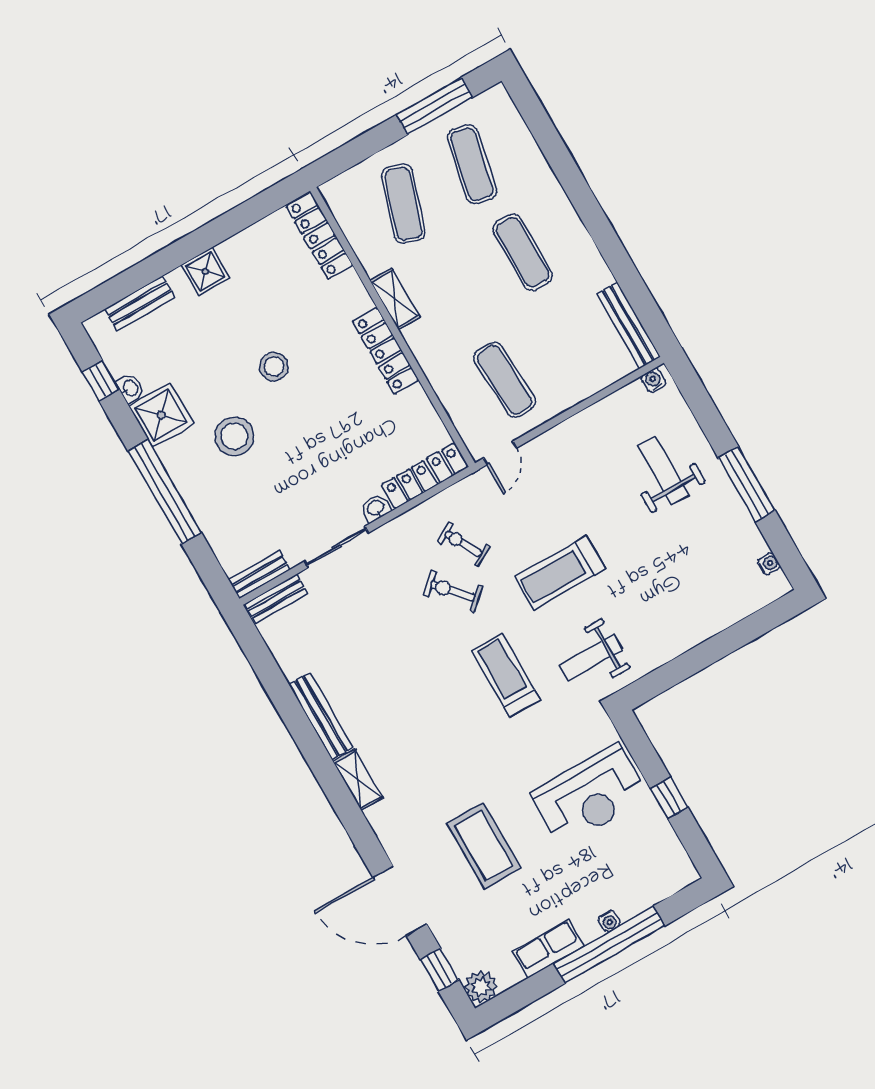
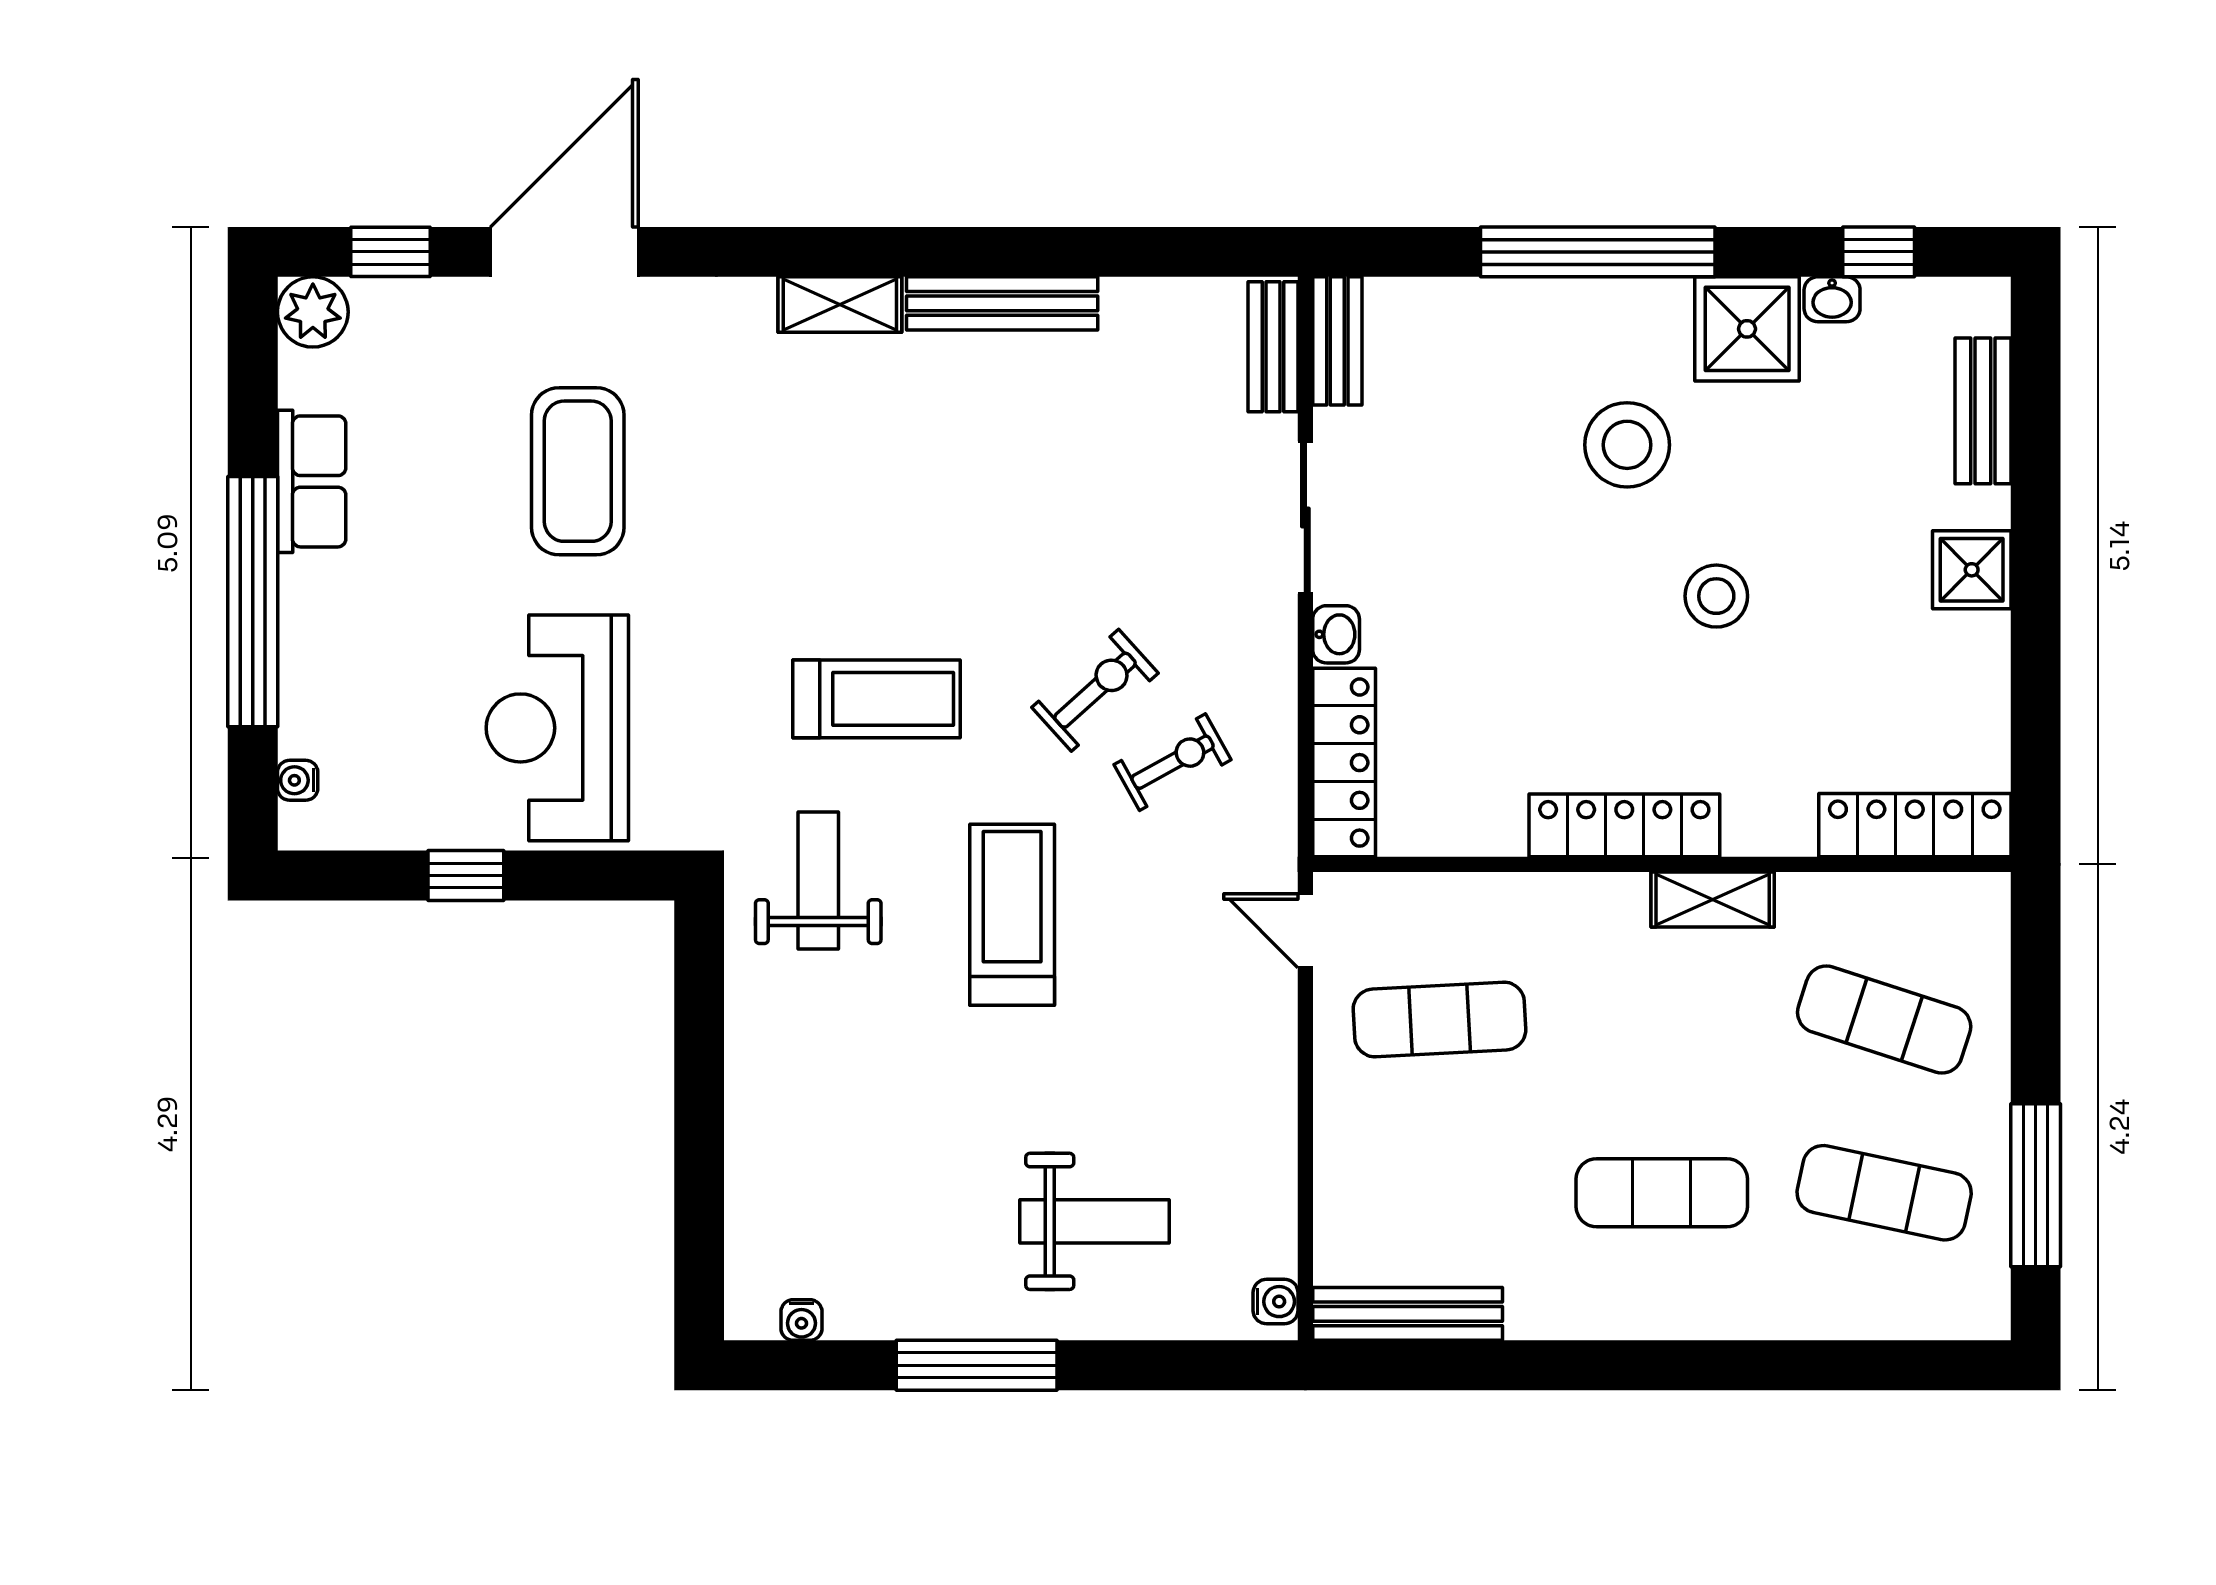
coffee table: (484, 846) -> (578, 471), turned 90
water cooler: (609, 921) -> (298, 780), moved

